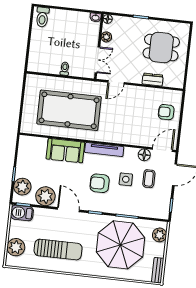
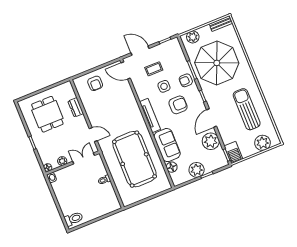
floor lamp: (144, 155) -> (172, 167), moved
armchair: (100, 183) -> (178, 105), turned -90
plant: (22, 187) -> (197, 170), moved
armchair: (120, 204) -> (186, 80), added

